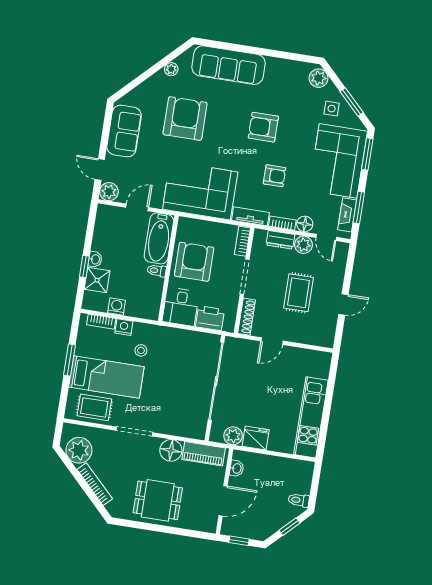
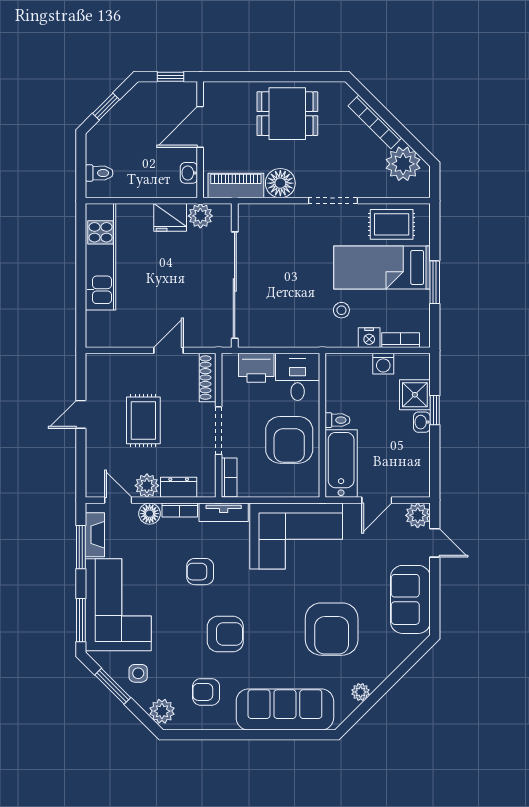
armchair: (284, 87) -> (206, 692), added
toilet: (299, 500) -> (99, 173), moved

